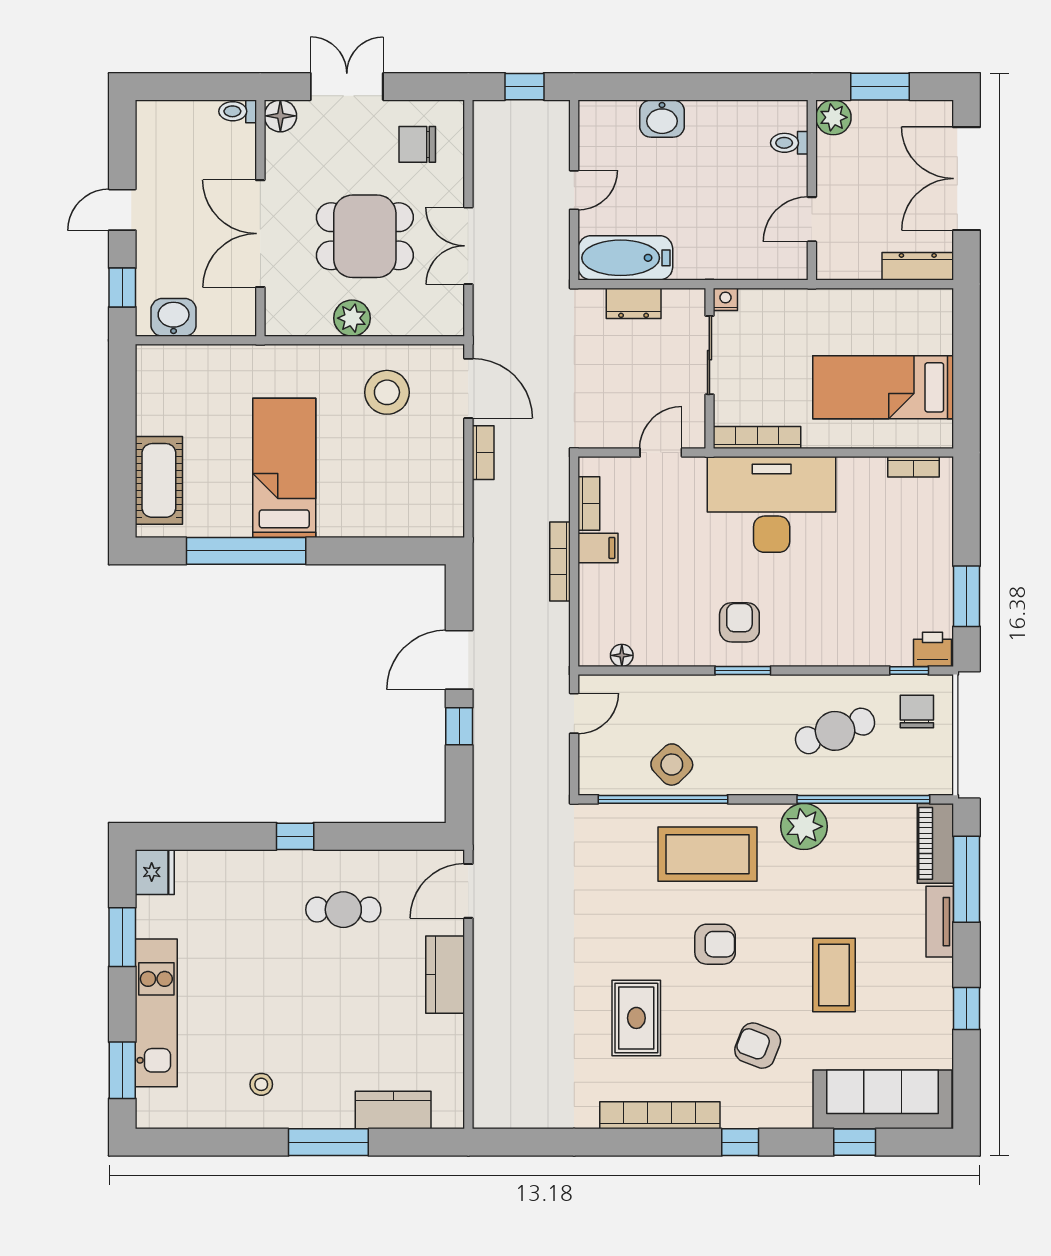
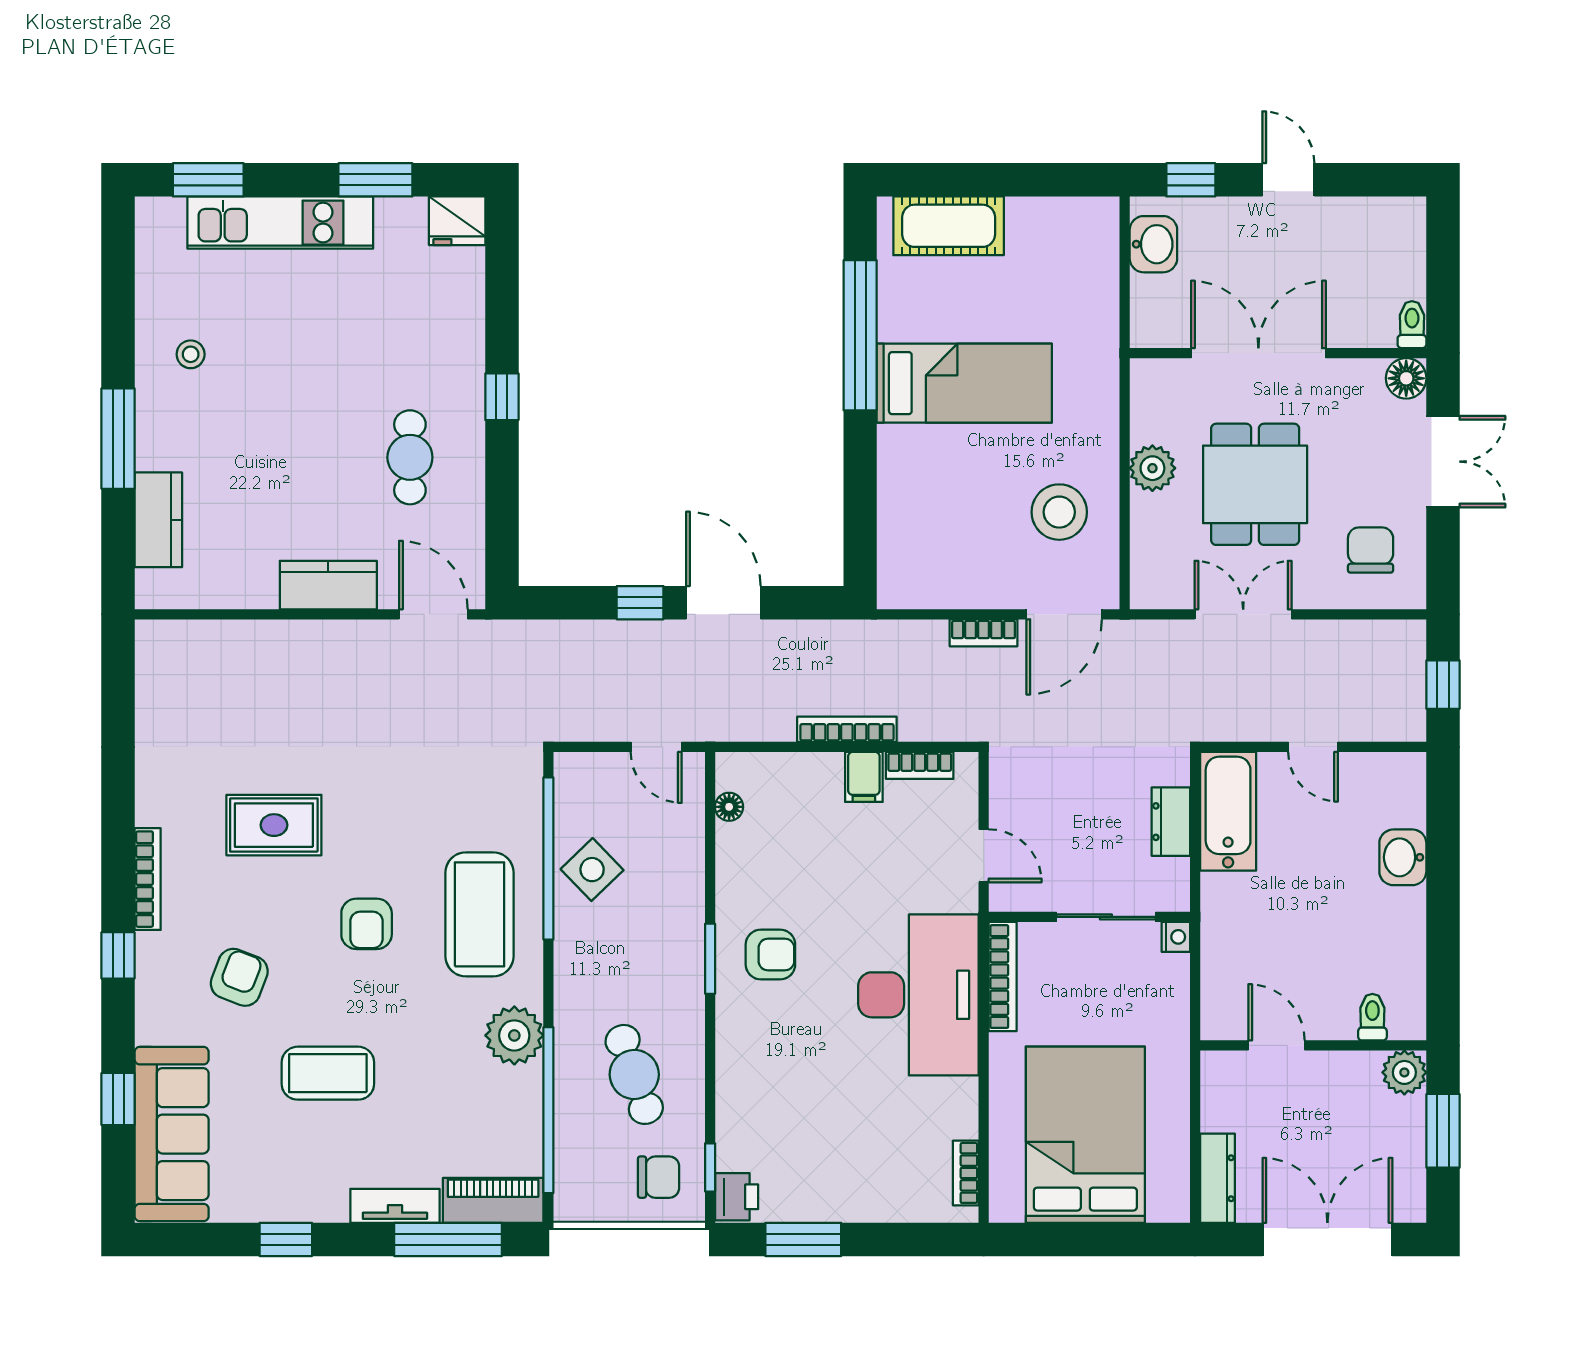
bed: (883, 387) -> (1085, 1135), width x1.50
bookcase: (660, 1115) -> (148, 879), width x0.68, depth x0.76

